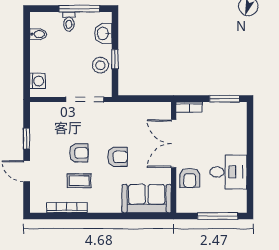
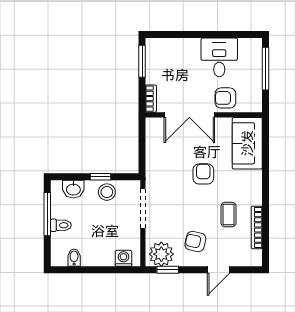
plant: (41, 117) -> (161, 254), added
window: (27, 139) -> (168, 270), moved
armchair: (79, 153) -> (195, 242), moved, turned -77
armchair: (190, 178) -> (225, 98), turned 180

